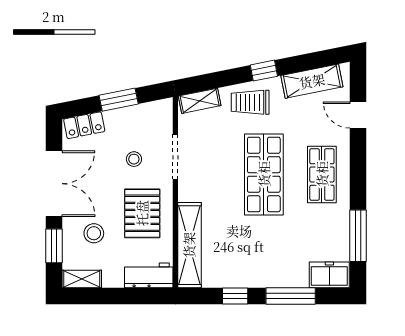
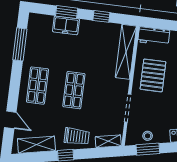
window: (119, 100) -> (148, 149), moved
stool: (134, 159) -> (148, 136), moved
shop shelf: (264, 174) -> (74, 90), width x0.70, depth x0.74
freezer: (329, 275) -> (66, 25), moved
window: (291, 296) -> (67, 12), width x0.69

